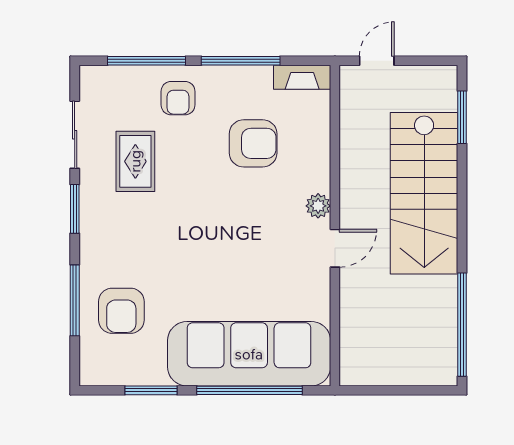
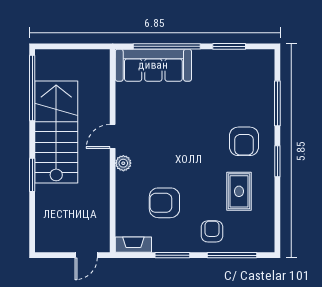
window: (241, 61) -> (172, 255), width x0.69
window: (462, 117) -> (32, 175), moved
sliding door: (75, 135) -> (277, 208), removed
stairs: (424, 193) -> (56, 132), moved
armchair: (121, 311) -> (244, 141), moved, turned 180
sofa: (249, 354) -> (153, 65), width x0.74, depth x0.79

